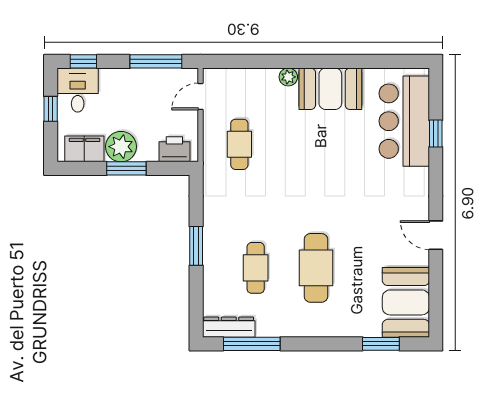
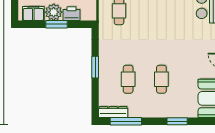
printer: (174, 149) -> (71, 14), moved
cafe table: (316, 268) -> (161, 79), width x0.73, depth x0.74
window: (381, 344) -> (177, 121), moved

